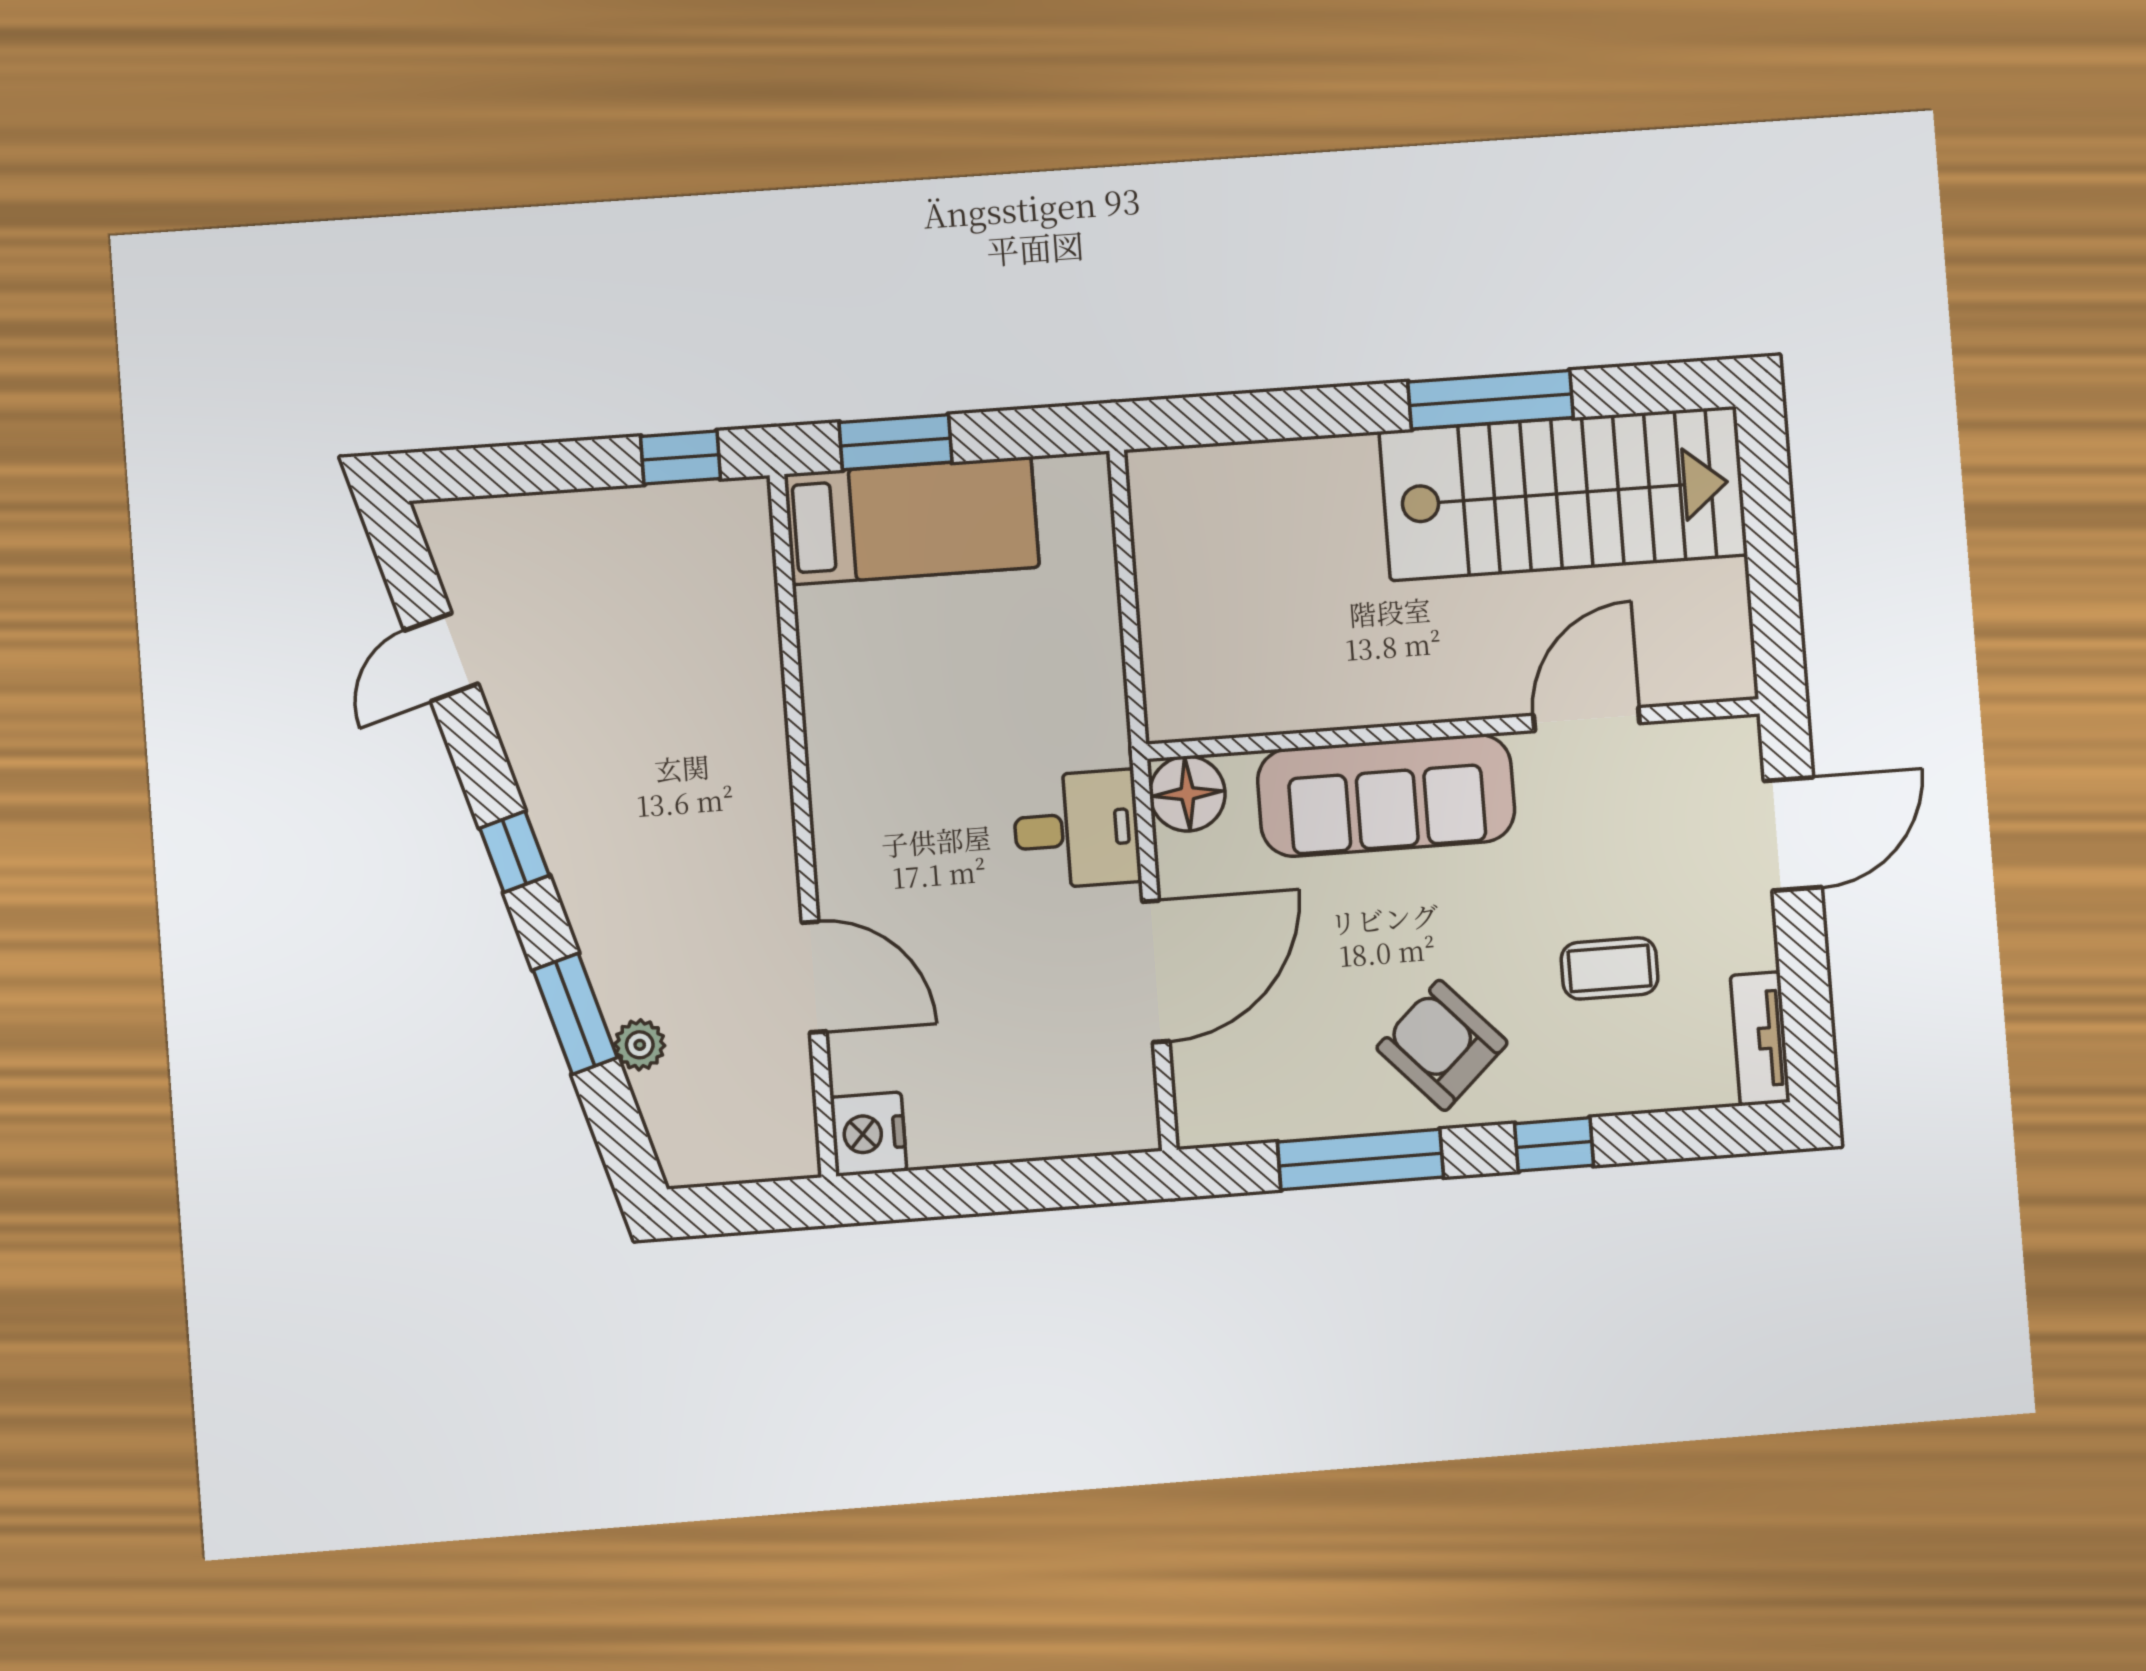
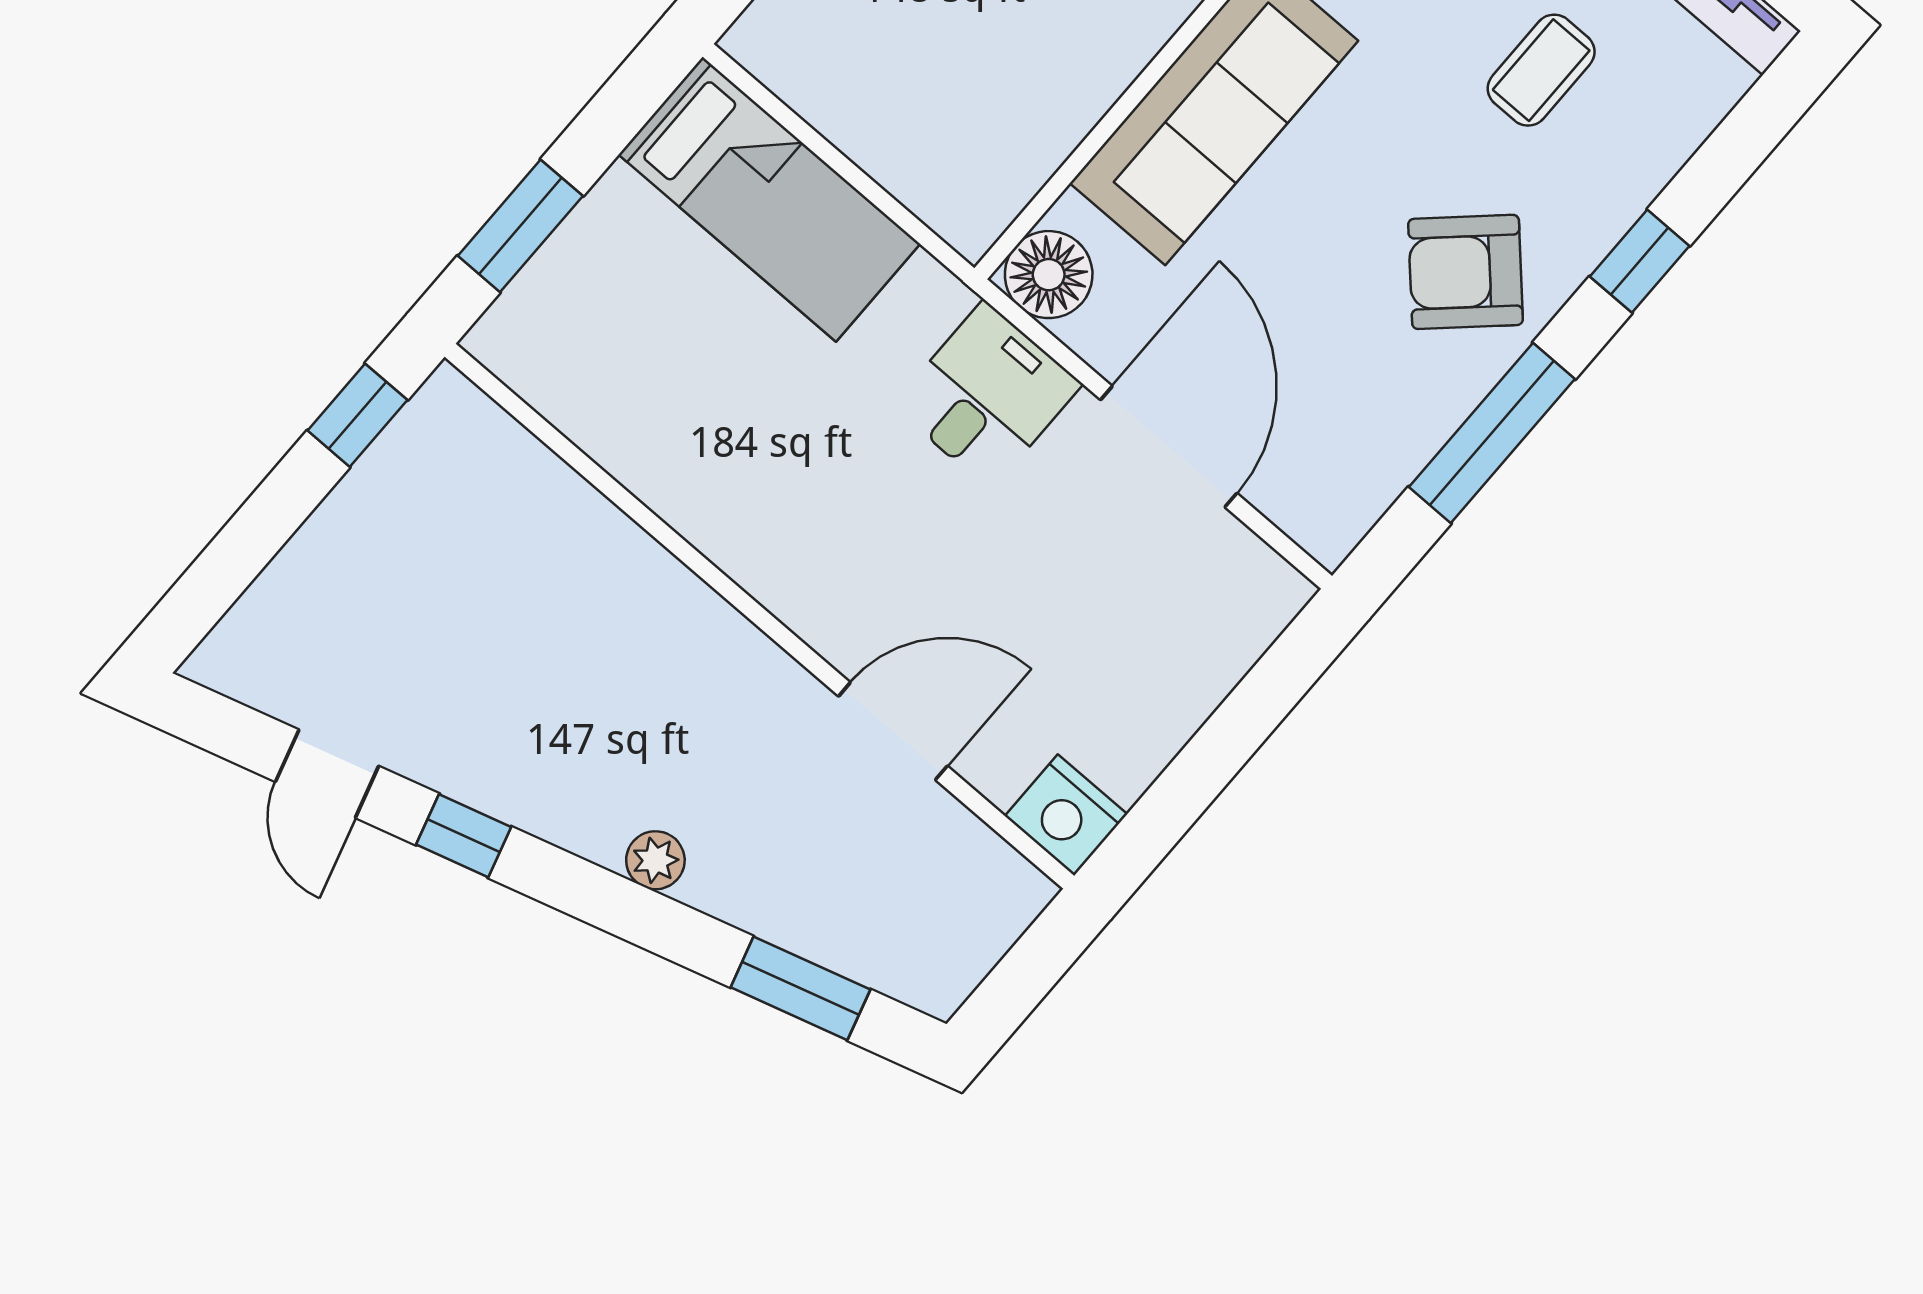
bed: (912, 521) -> (769, 199), moved, turned 90
window: (514, 852) -> (464, 836), moved
window: (575, 1014) -> (800, 988), moved
plant: (640, 1045) -> (655, 860), moved

